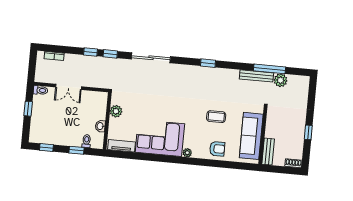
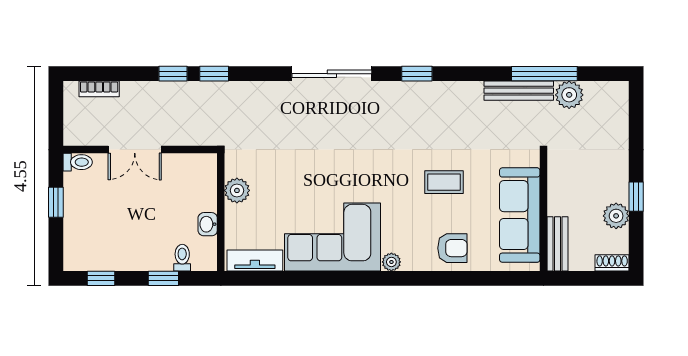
sliding door: (151, 58) -> (332, 74), moved
plant: (298, 141) -> (616, 216), added

